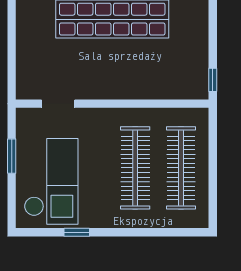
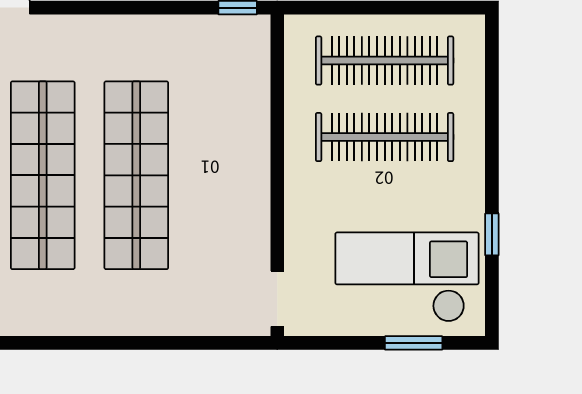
doorway: (58, 104) -> (277, 299), moved
window: (12, 156) -> (414, 343), moved

